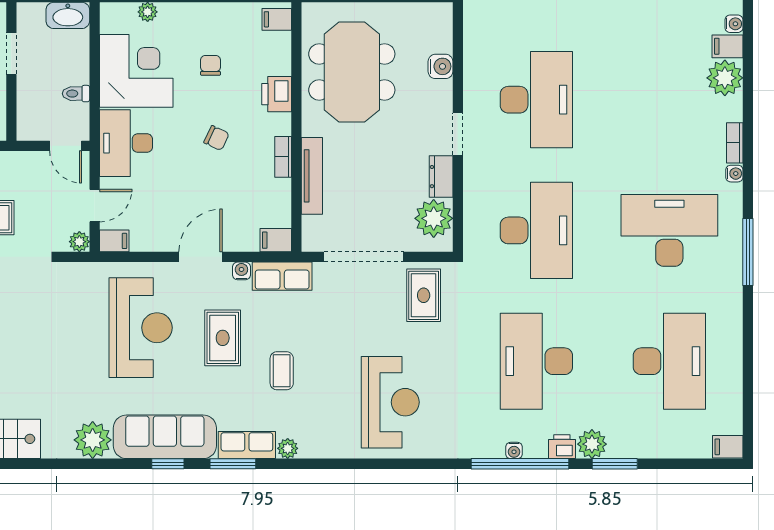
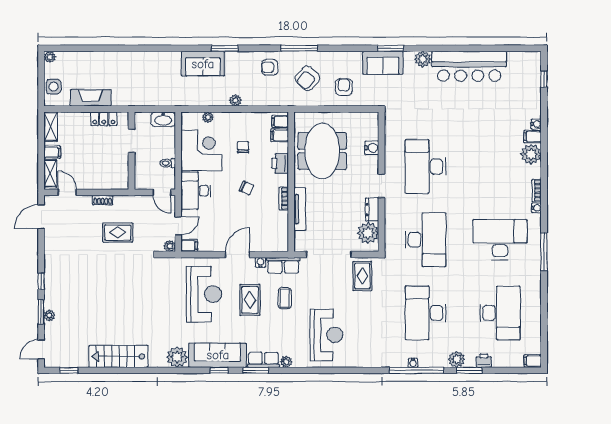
desk: (536, 100) -> (426, 166), turned 180
filing cabinet: (276, 240) -> (280, 135), moved
coffee table: (282, 371) -> (285, 298), moved
reception desk: (390, 402) -> (326, 335), moved
printer: (562, 447) -> (484, 361), moved

